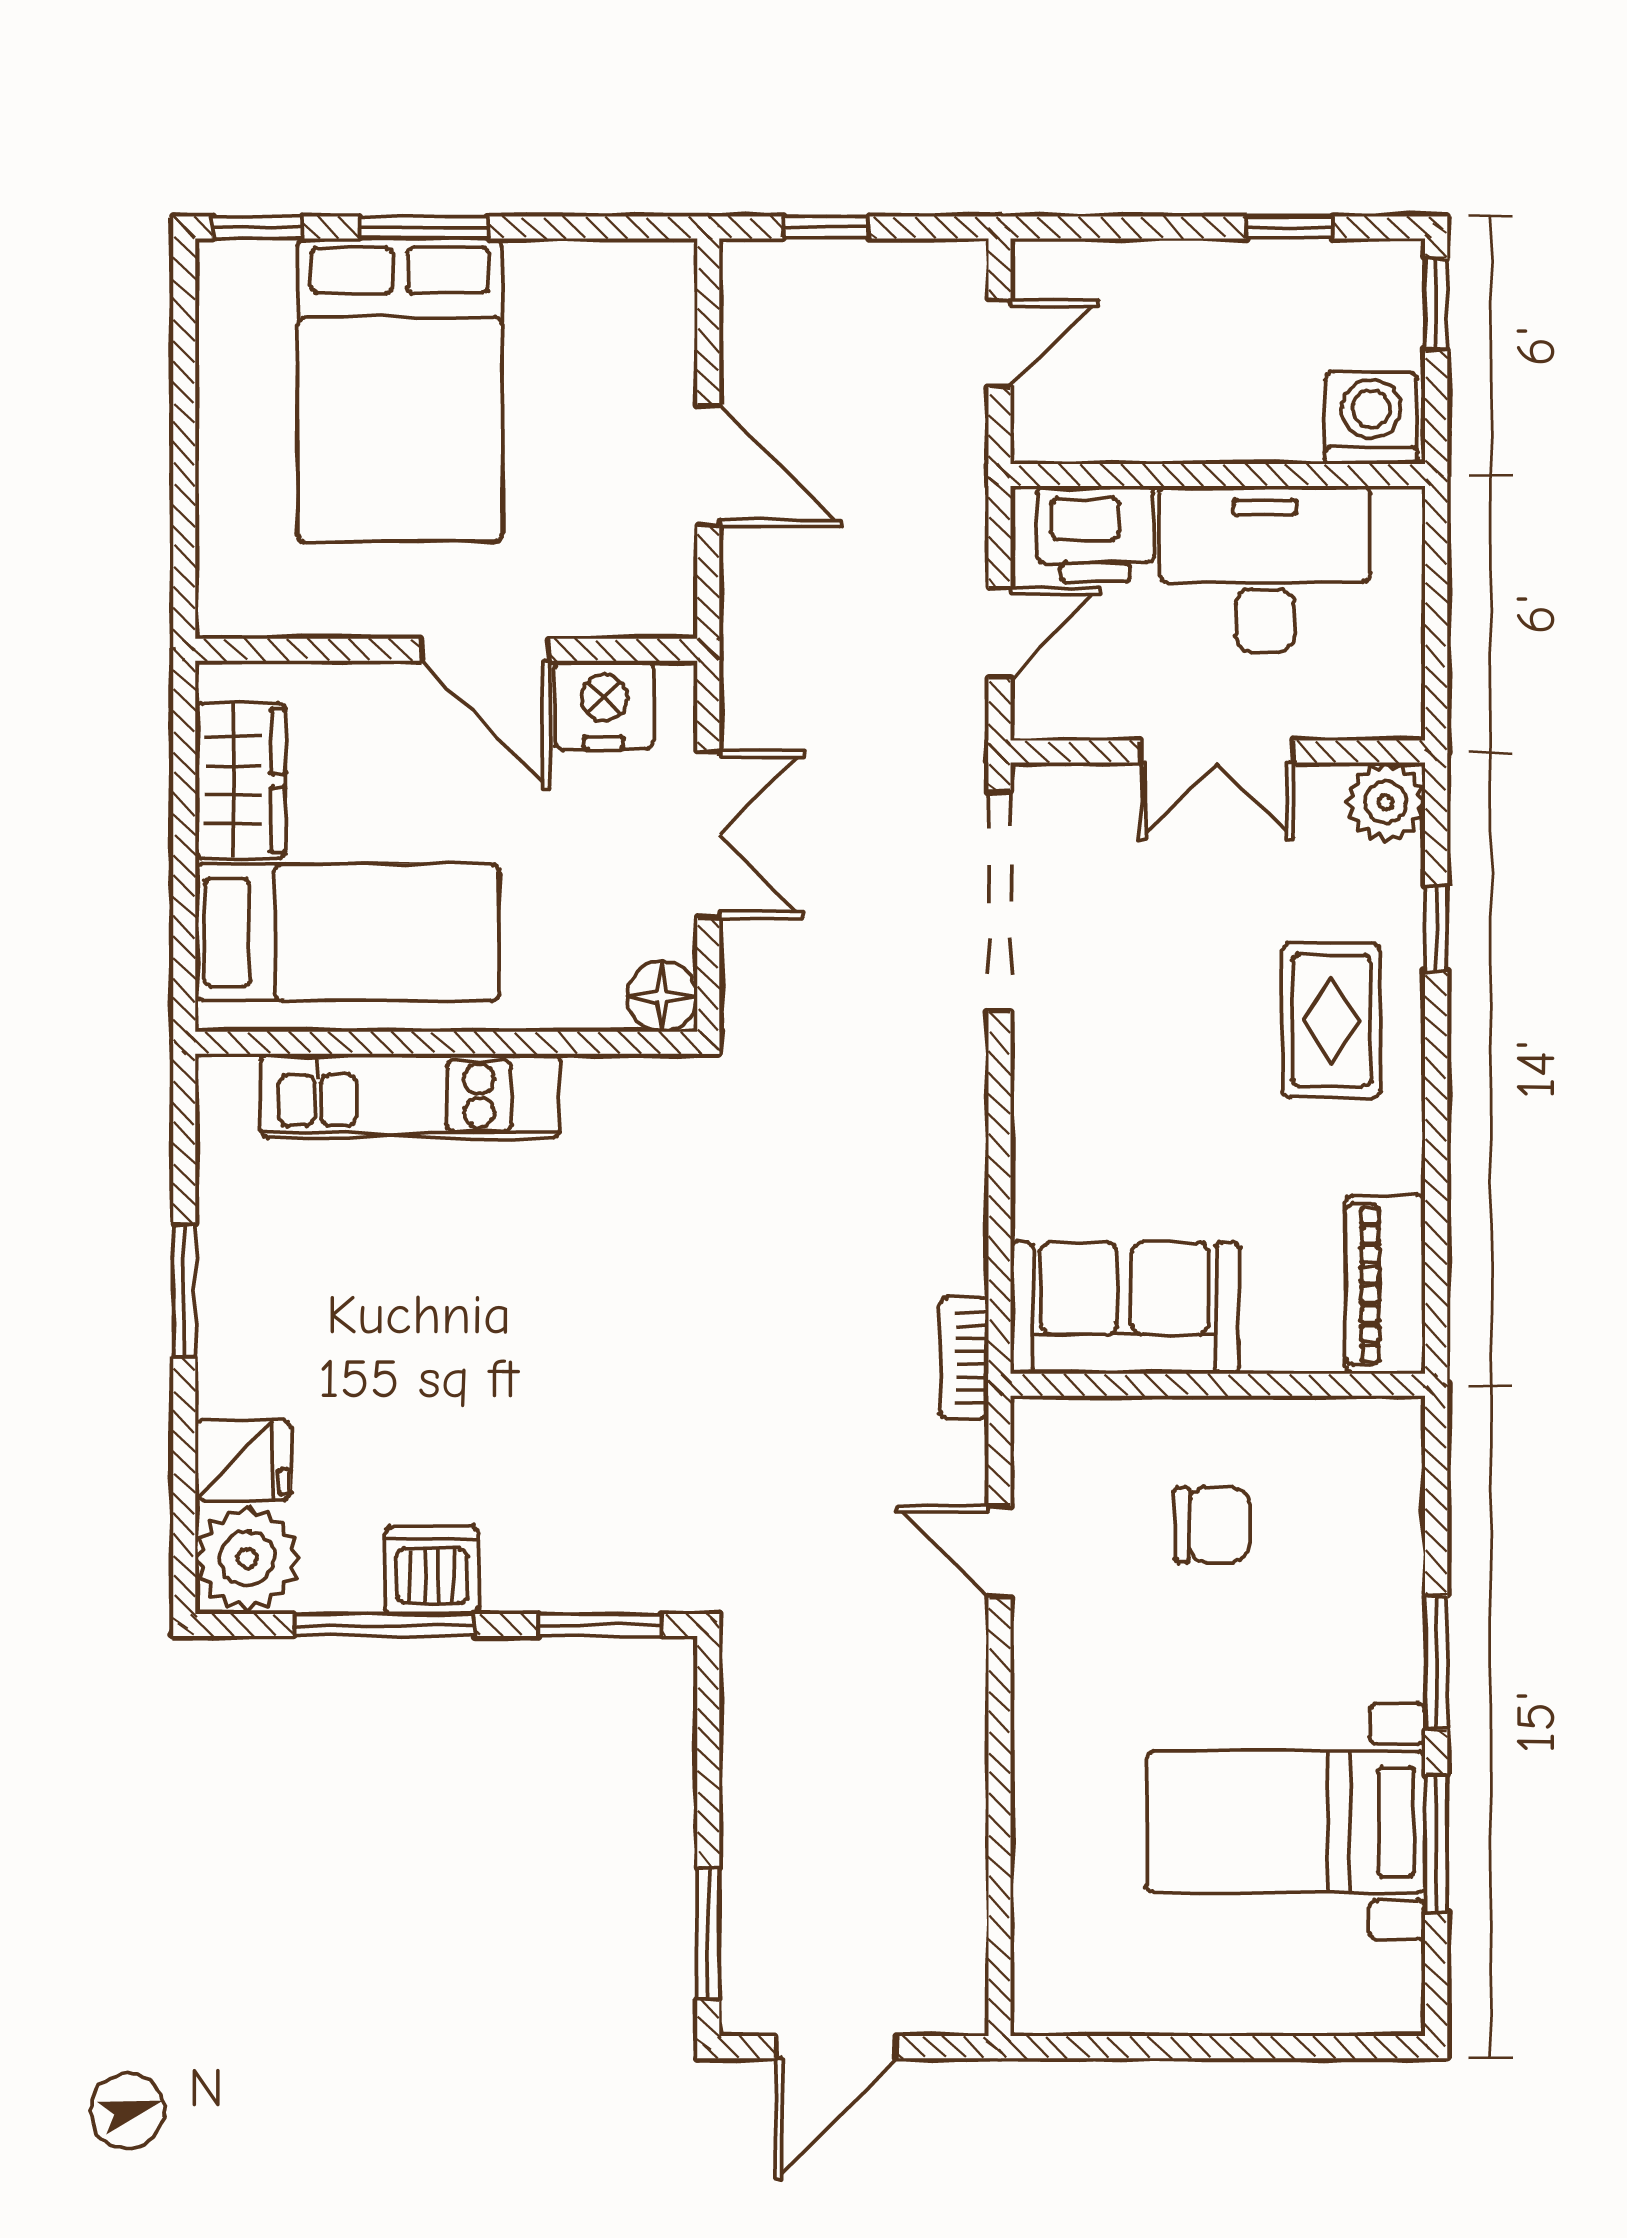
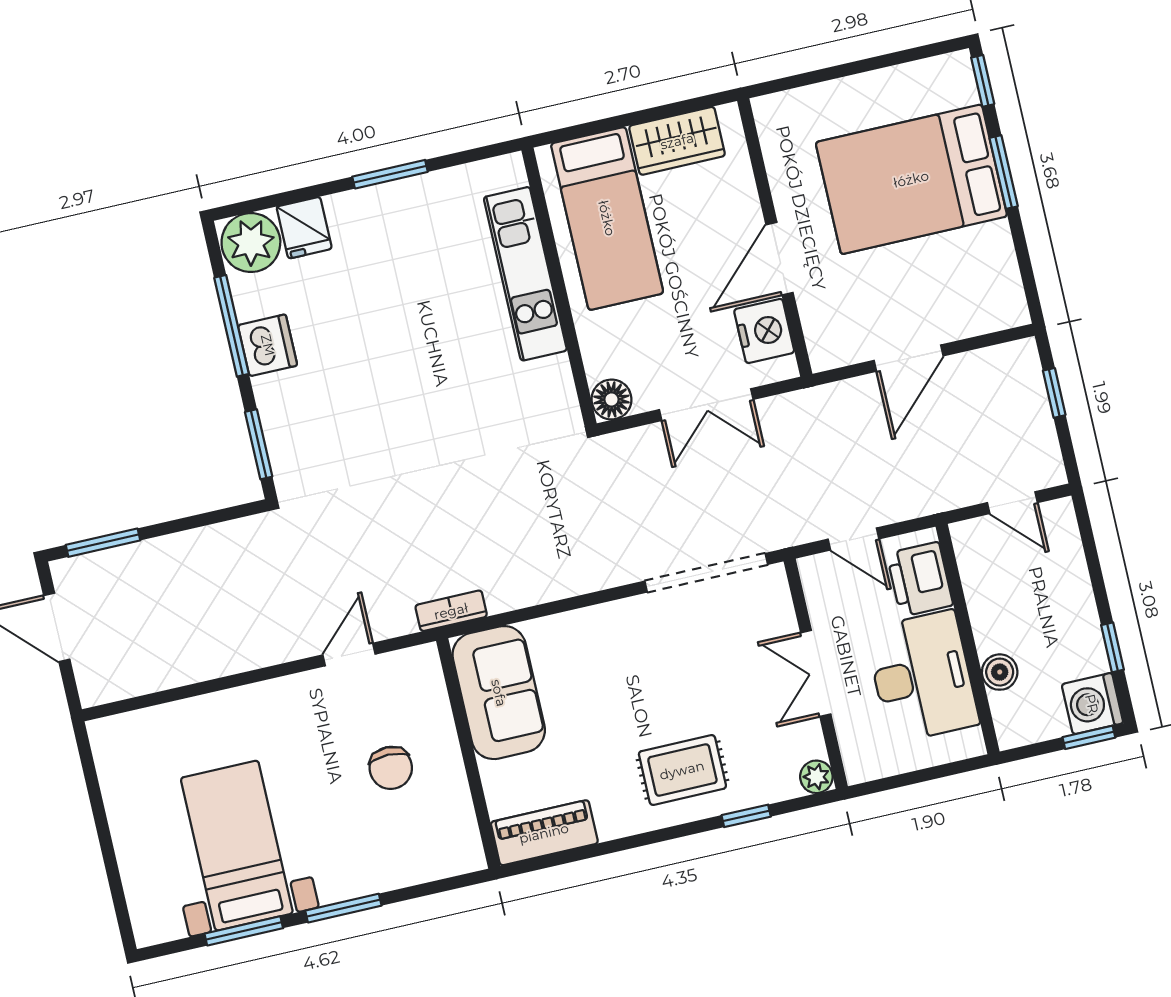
washing machine: (1371, 418) -> (1092, 704), moved, turned 180
boiler: (1288, 433) -> (1000, 672), added
plant: (1385, 802) -> (816, 777), width x0.73, depth x0.73

